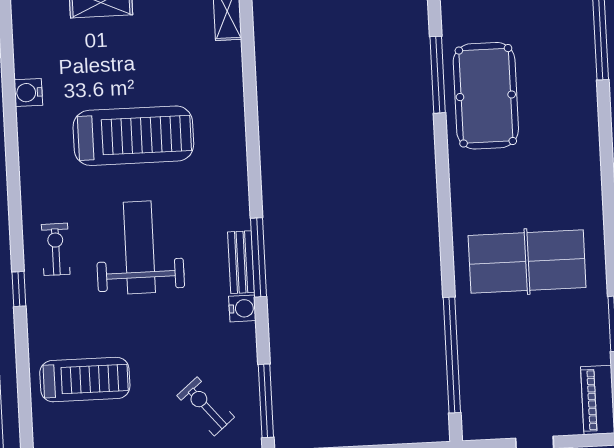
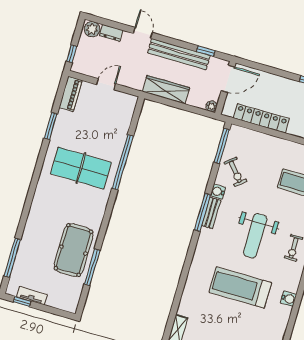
water cooler: (28, 92) -> (289, 299), moved
window: (452, 355) -> (123, 162), moved
exercise bike: (206, 406) -> (235, 172), moved

